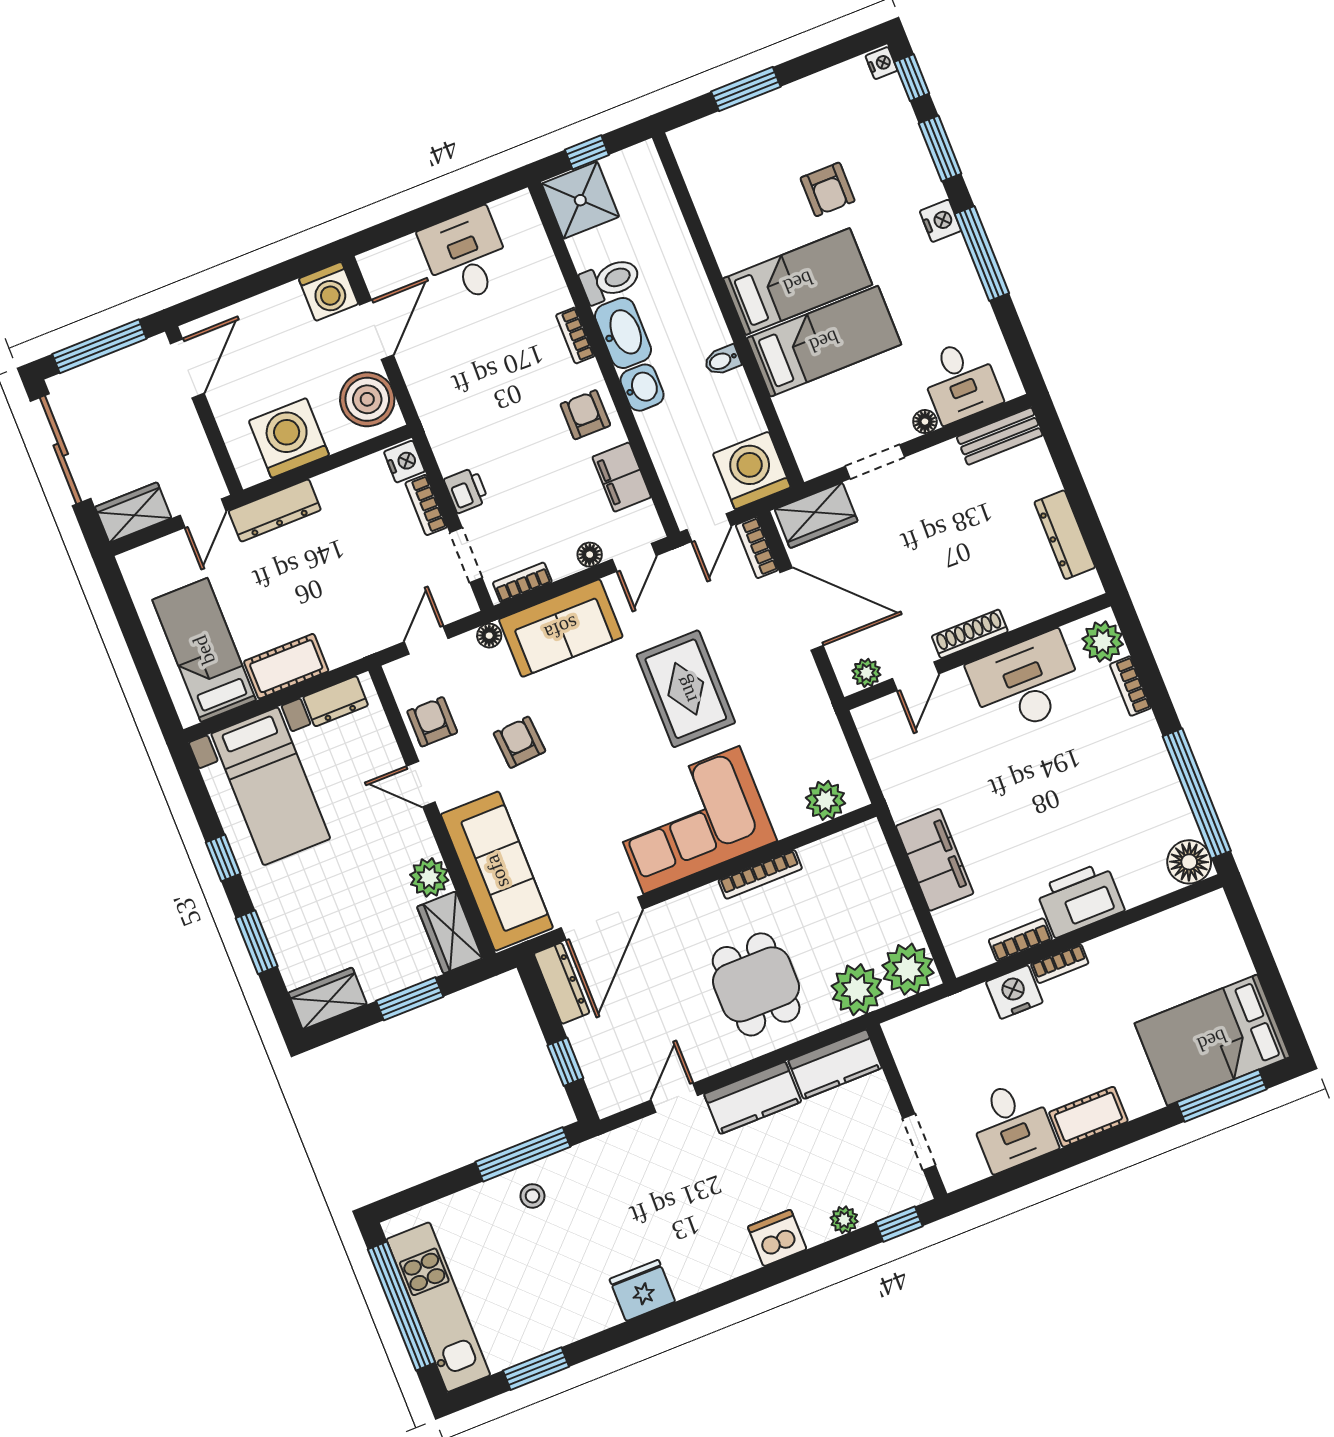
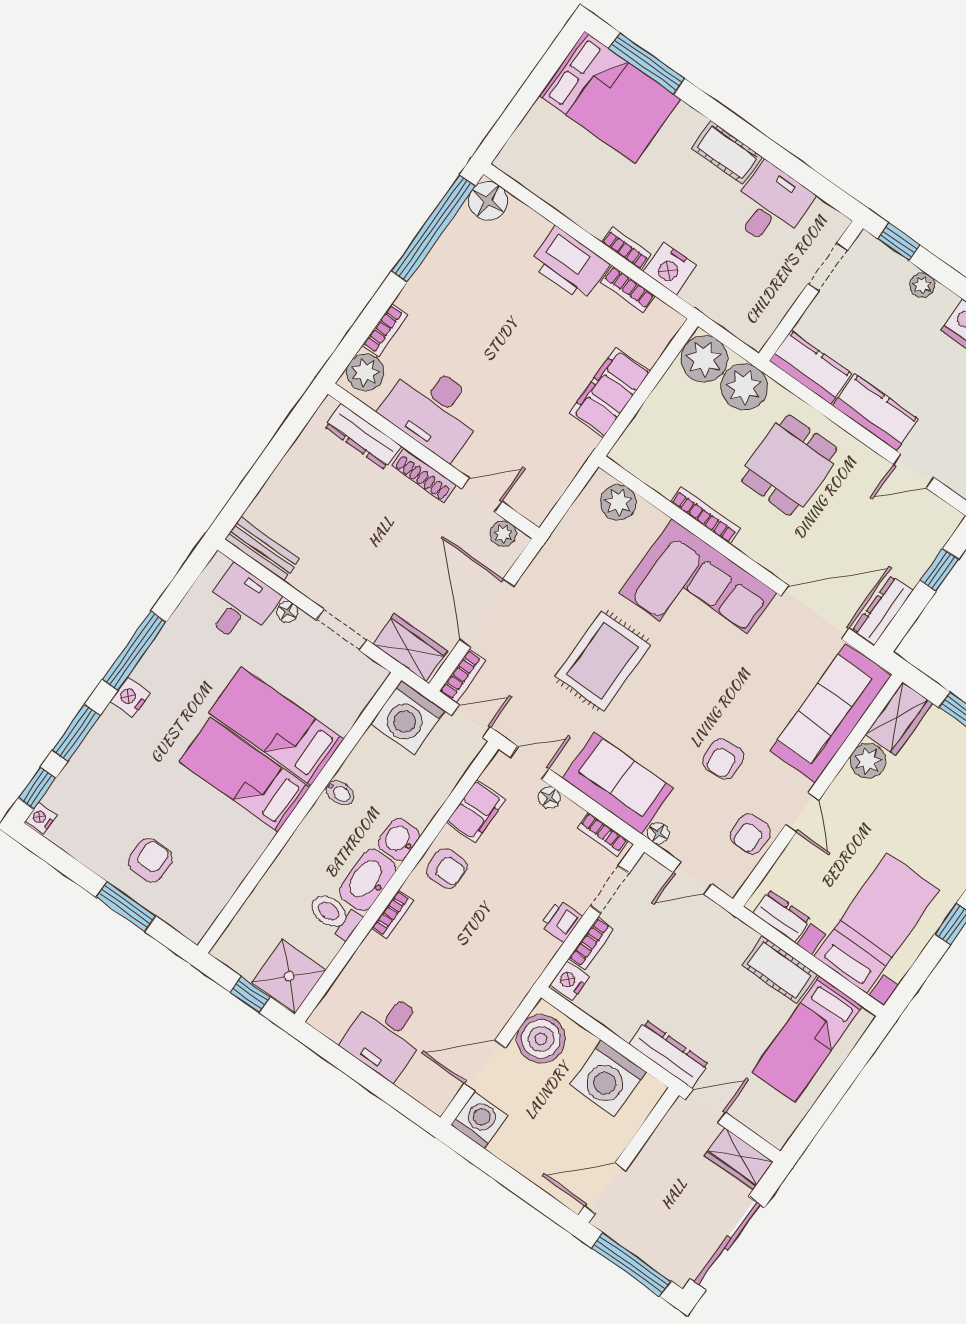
armchair: (828, 189) -> (150, 860), moved
armchair: (585, 415) -> (447, 869), turned -90
dresser: (1065, 535) -> (363, 437), moved, turned 90

